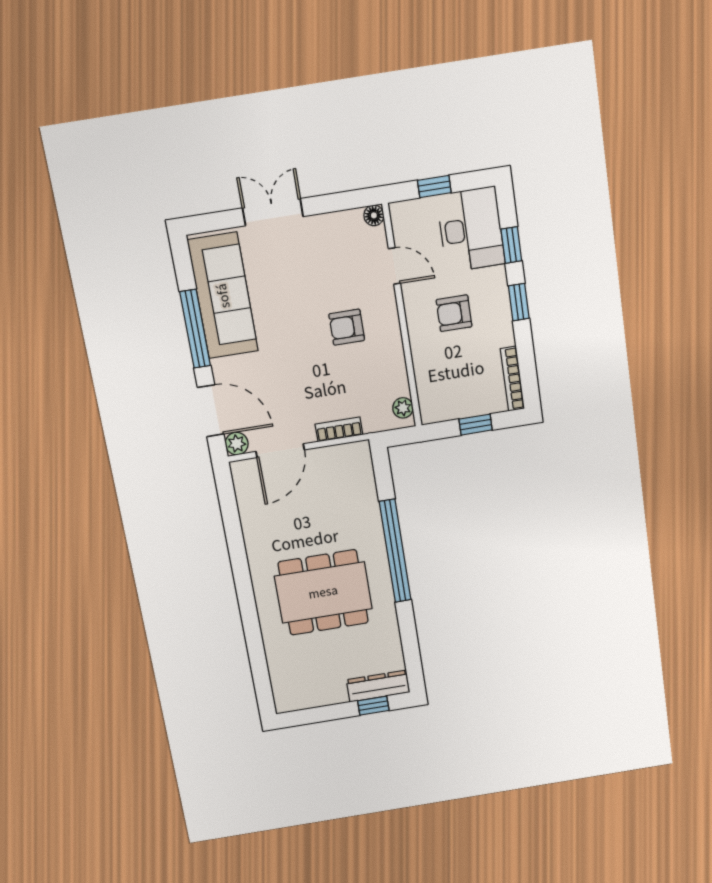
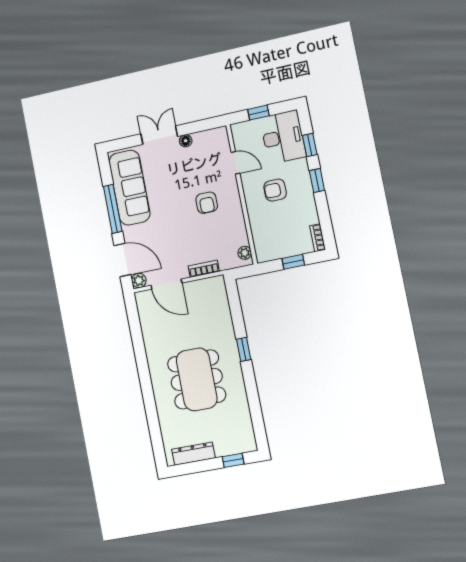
floor lamp: (374, 215) -> (186, 141), moved
armchair: (347, 327) -> (207, 203), turned -90
bookcase: (512, 379) -> (318, 238), width x0.64
door: (280, 451) -> (166, 284), hinge flipped
window: (395, 551) -> (244, 349), width x0.32
dining table: (323, 592) -> (197, 379), turned 90
dresser: (378, 686) -> (193, 454), moved

